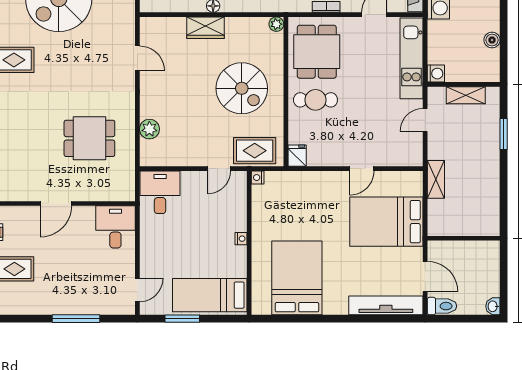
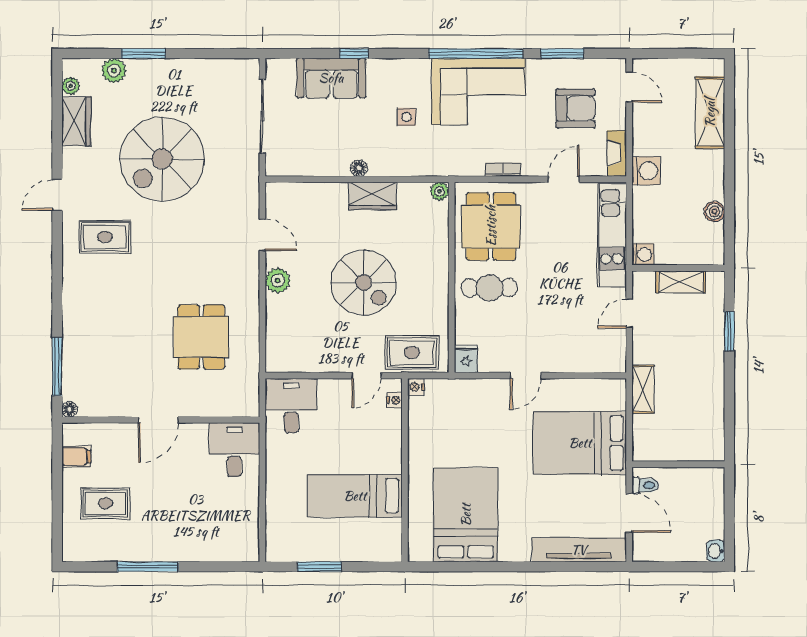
wardrobe: (205, 28) -> (372, 196), moved
spiral stairs: (242, 88) -> (364, 283), moved
plant: (149, 129) -> (278, 281), moved
dining table: (89, 138) -> (201, 337), turned 90
door: (362, 169) -> (526, 376), moved
nightstand: (241, 239) -> (395, 400), moved
door: (137, 290) -> (262, 530), removed
bed: (210, 295) -> (355, 496), moved
toilet: (442, 306) -> (645, 485), moved, width x0.73, depth x0.72
window: (76, 319) -> (148, 567), moved

